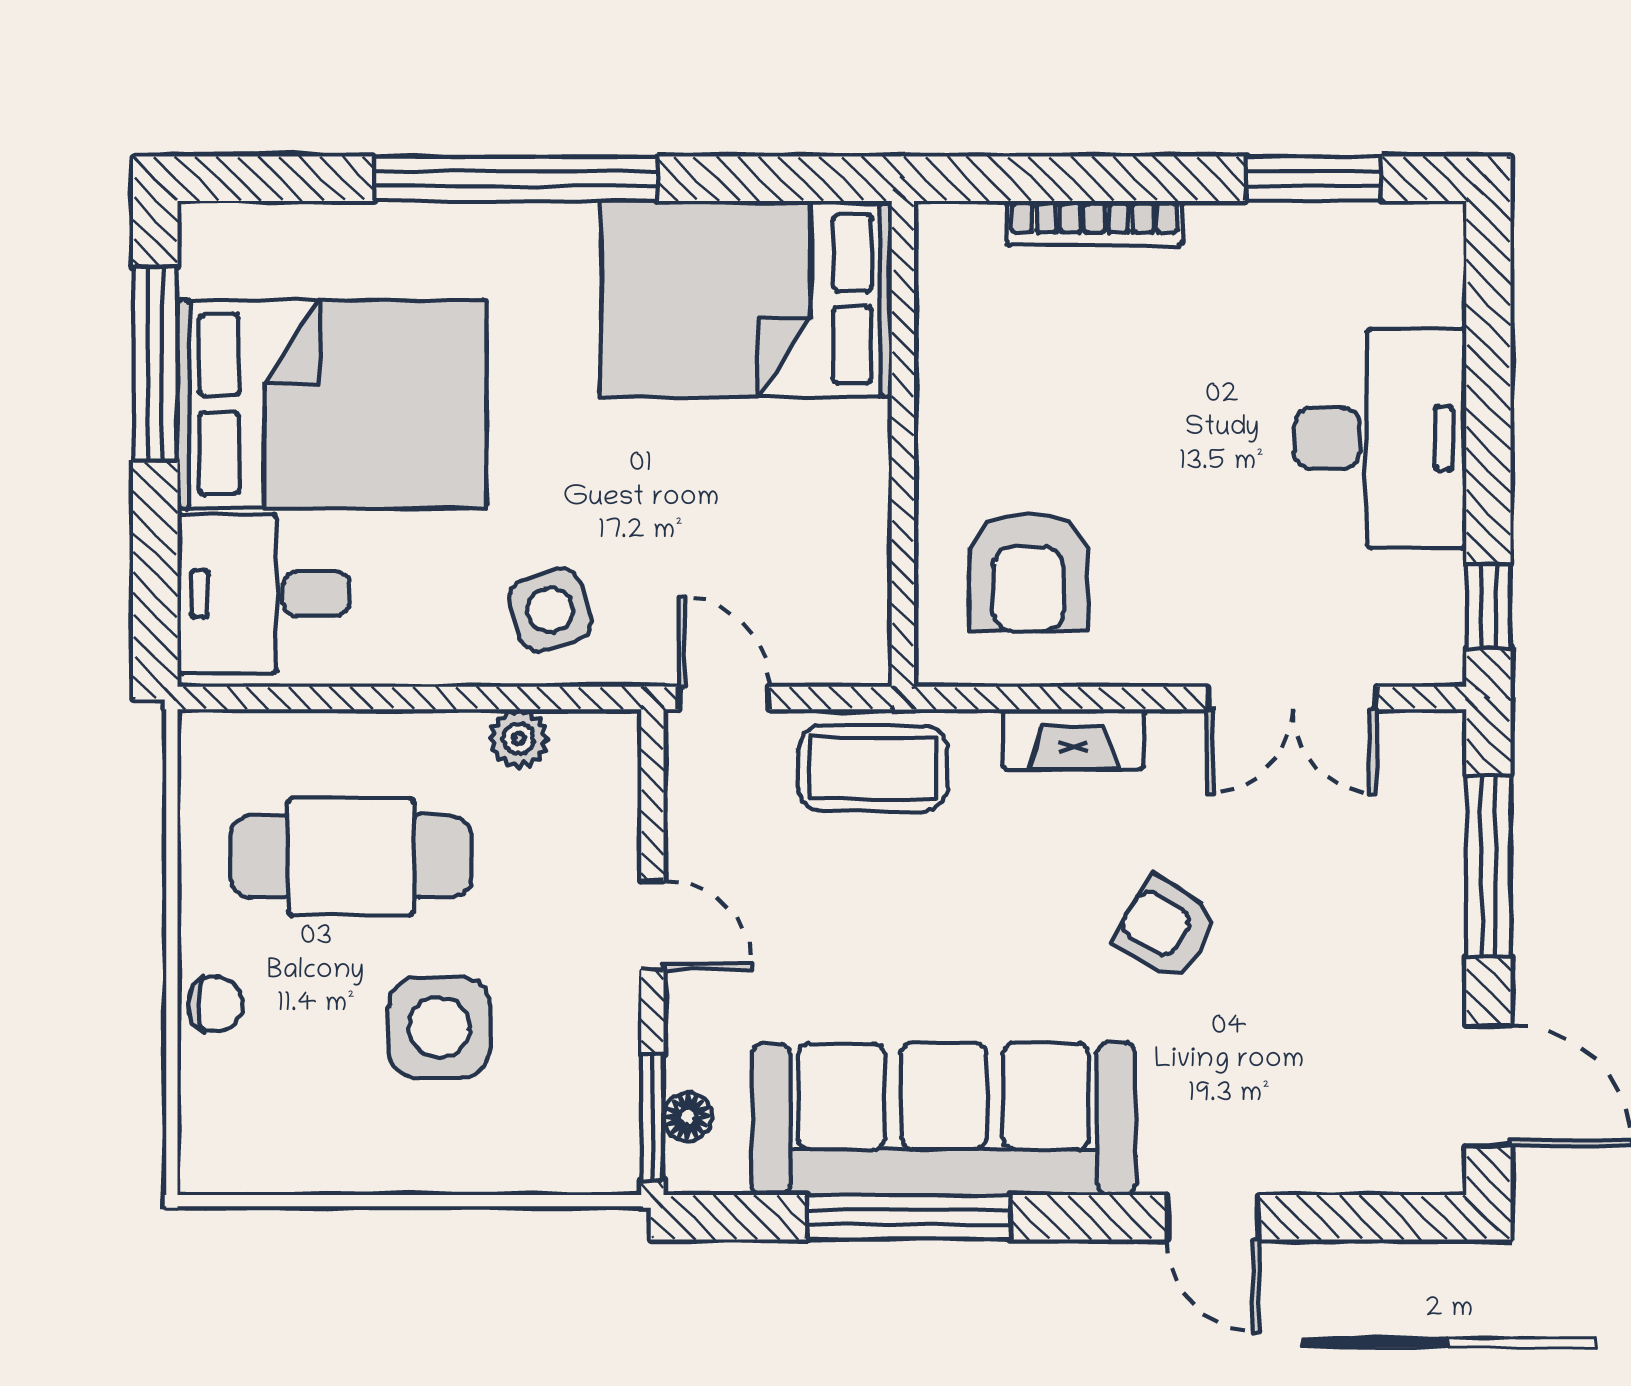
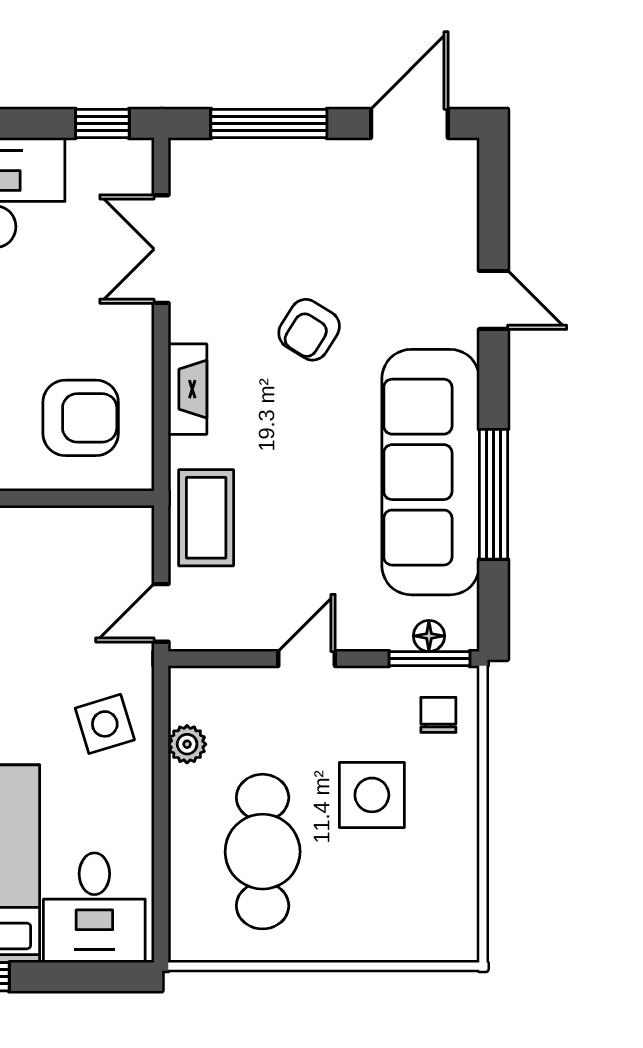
double door: (1292, 698) -> (161, 249), swing flipped
chair: (215, 1004) -> (438, 715), moved
door: (1213, 1217) -> (493, 300), hinge flipped

